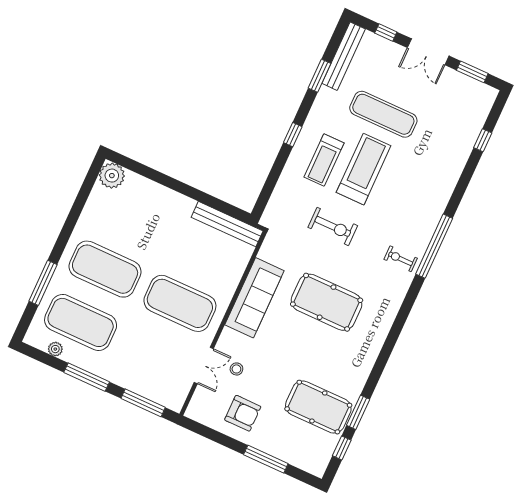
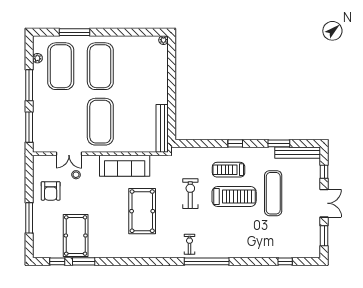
double door: (428, 52) -> (324, 203), swing flipped
plant: (112, 176) -> (163, 40), width x0.53, depth x0.53
exercise bike: (333, 226) -> (190, 194), turned 180

